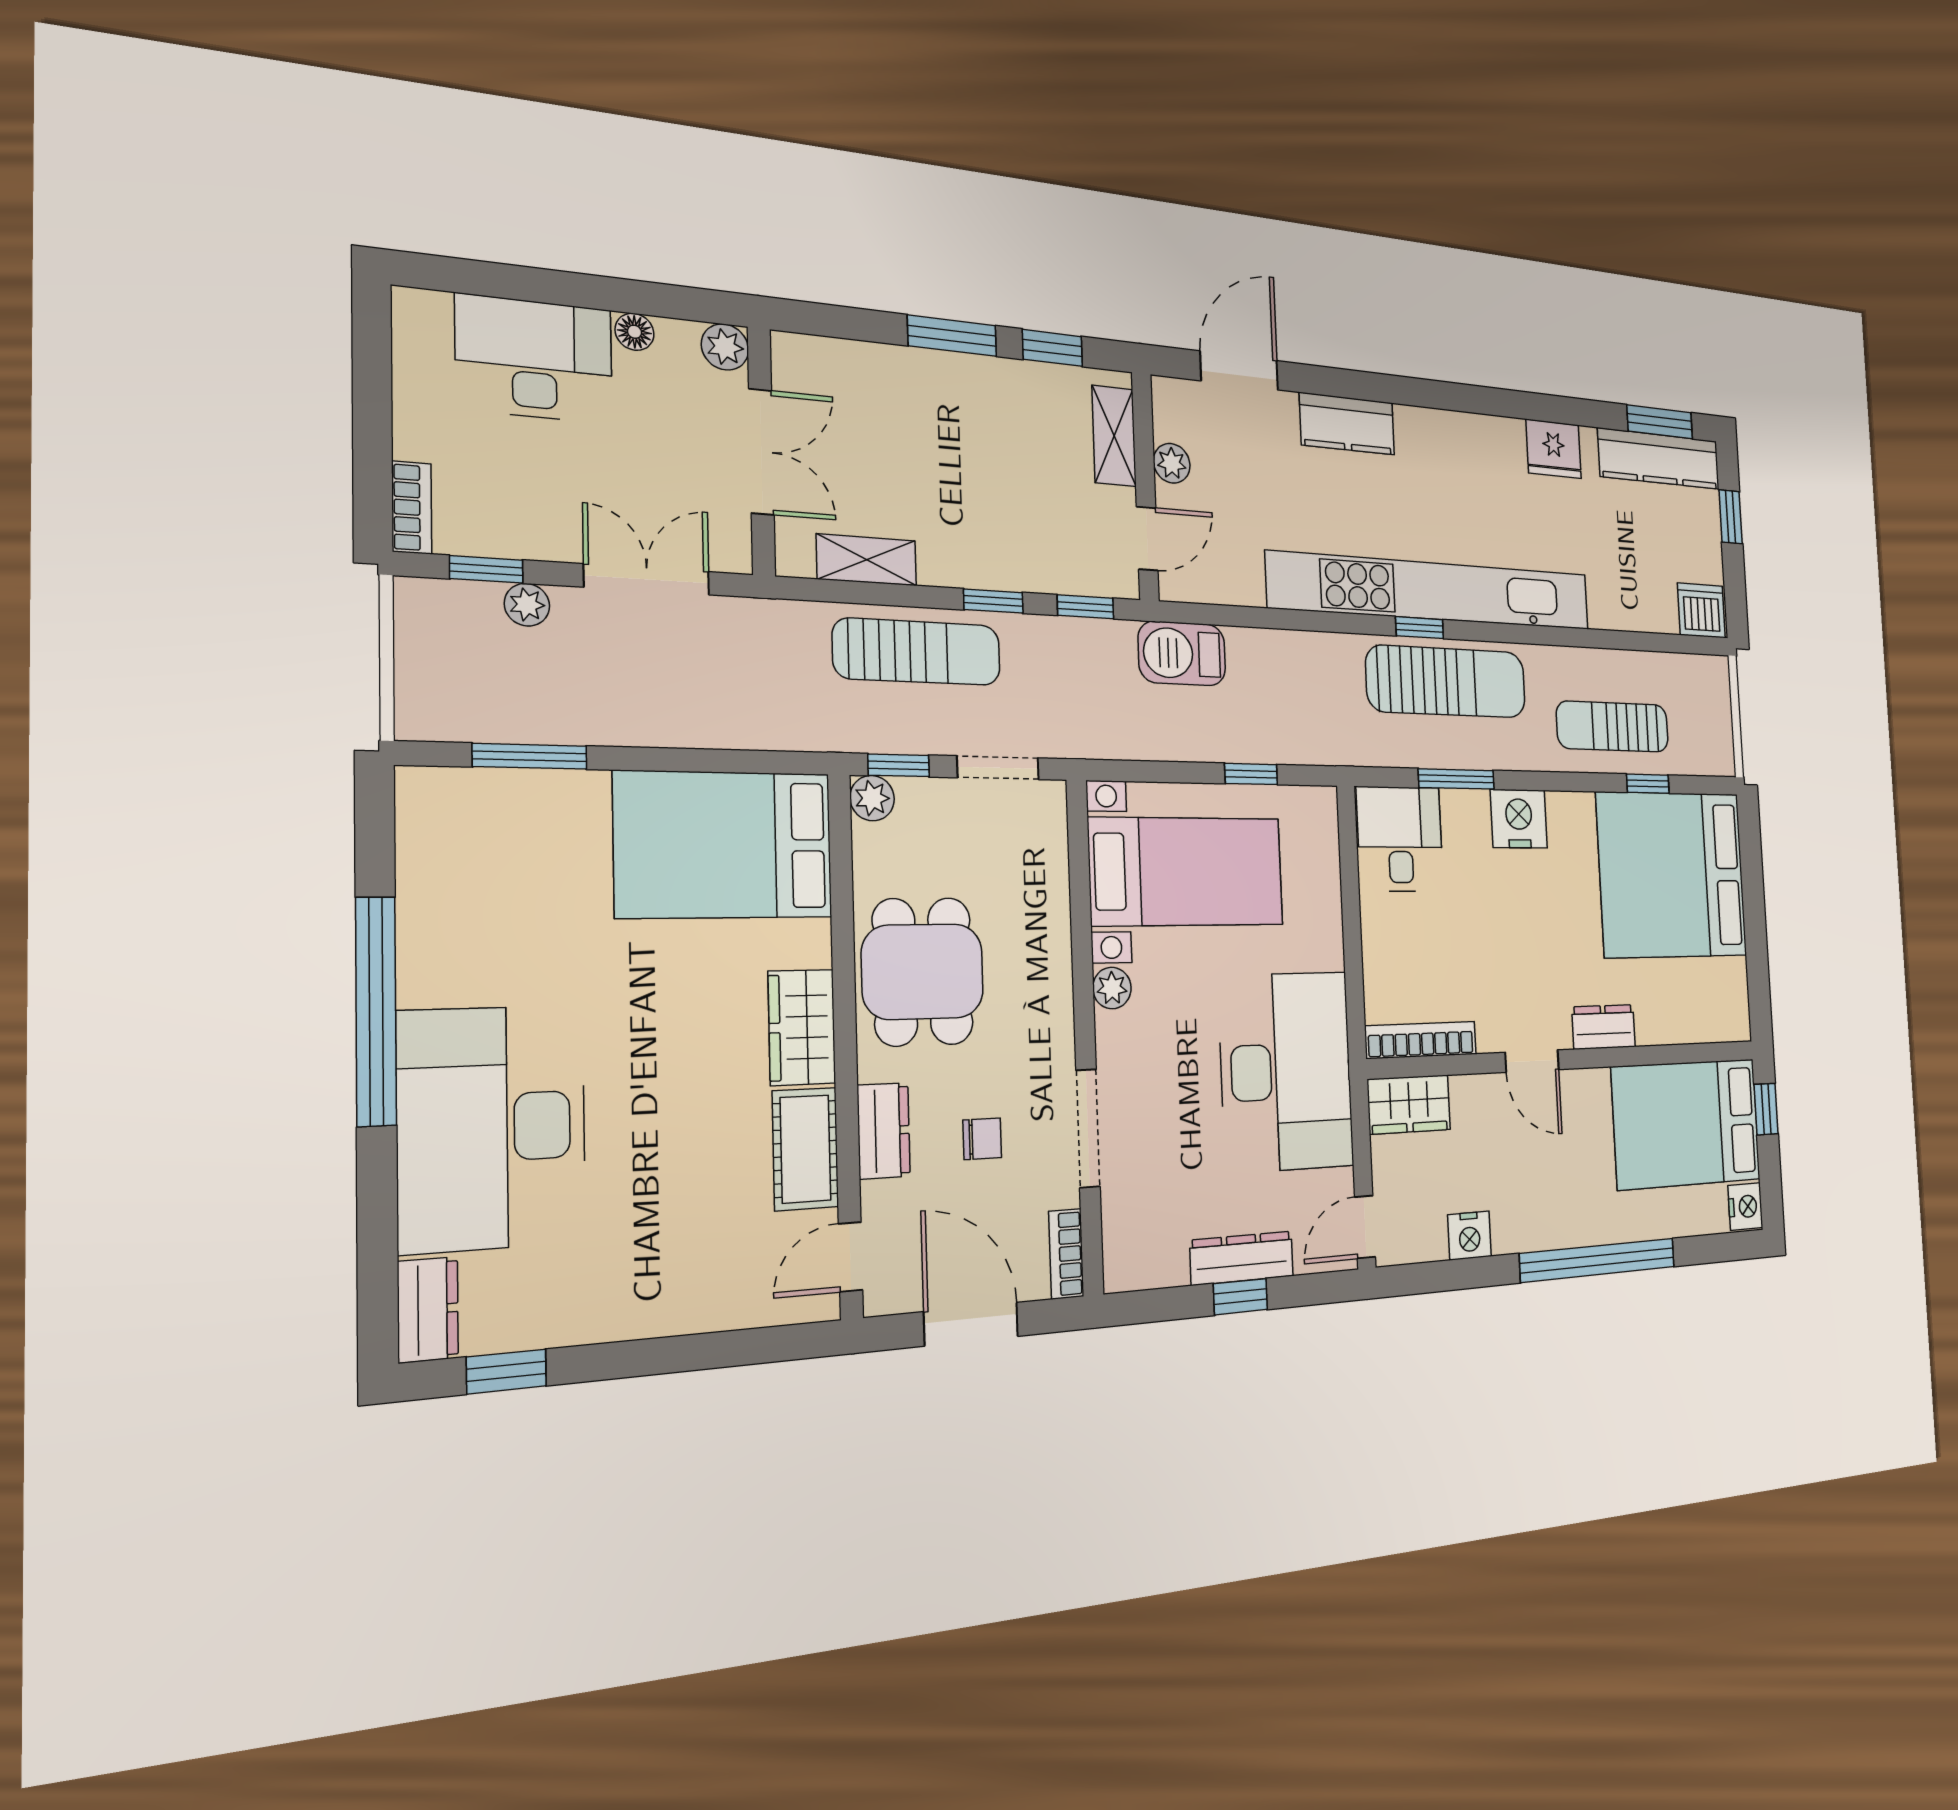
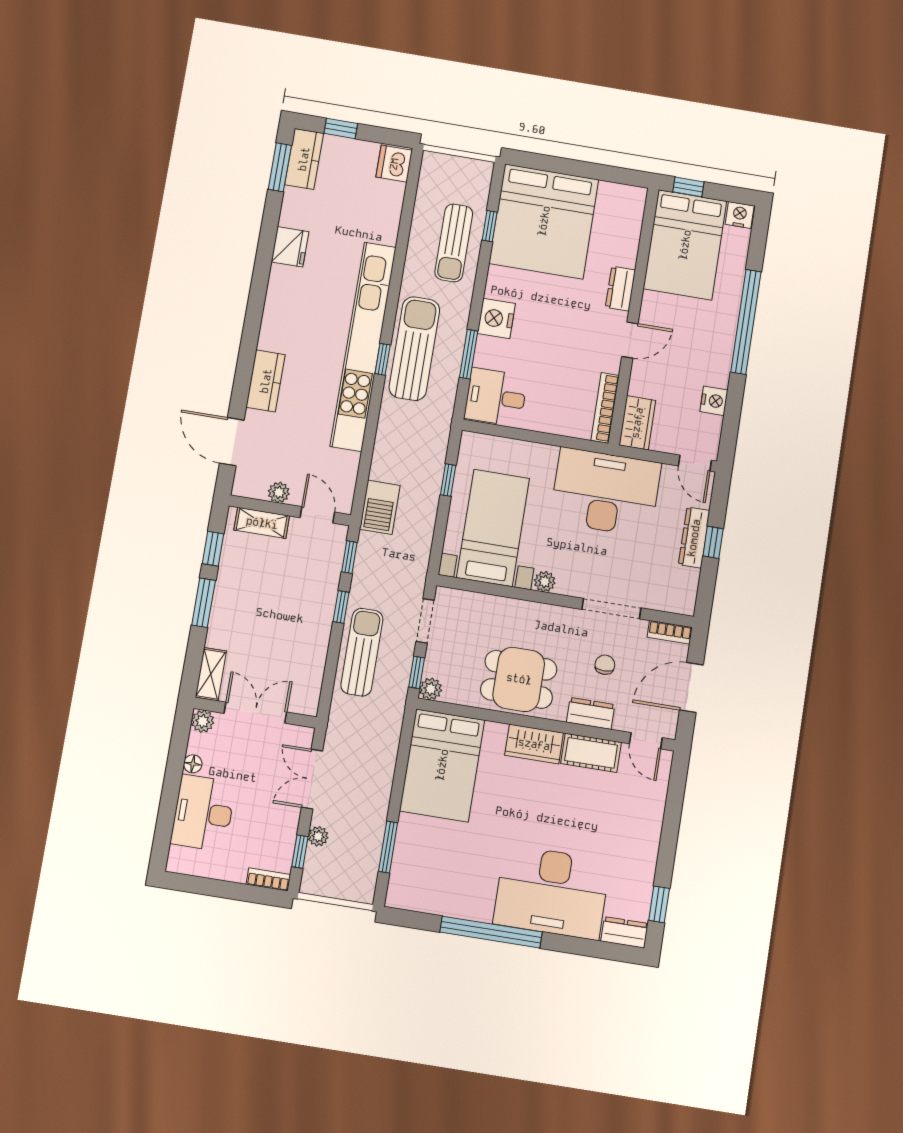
kitchen counter: (1659, 459) -> (304, 159), width x0.67
shelving: (867, 560) -> (211, 674), moved

